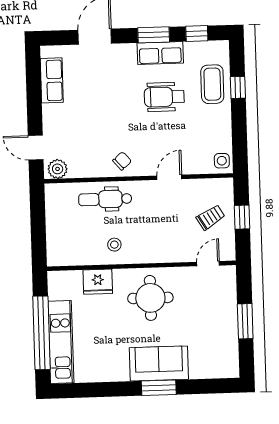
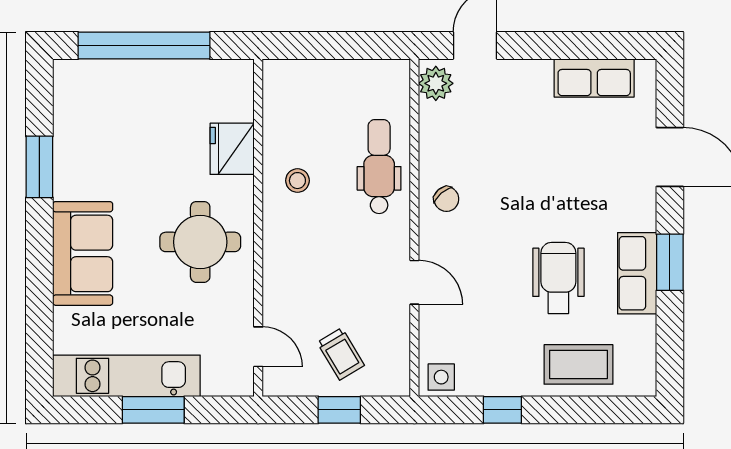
window: (197, 33) -> (670, 340), removed
window: (238, 87) -> (502, 410), moved
kitchen unit: (61, 342) -> (126, 376), moved, turned 180
window: (159, 388) -> (39, 167), moved

